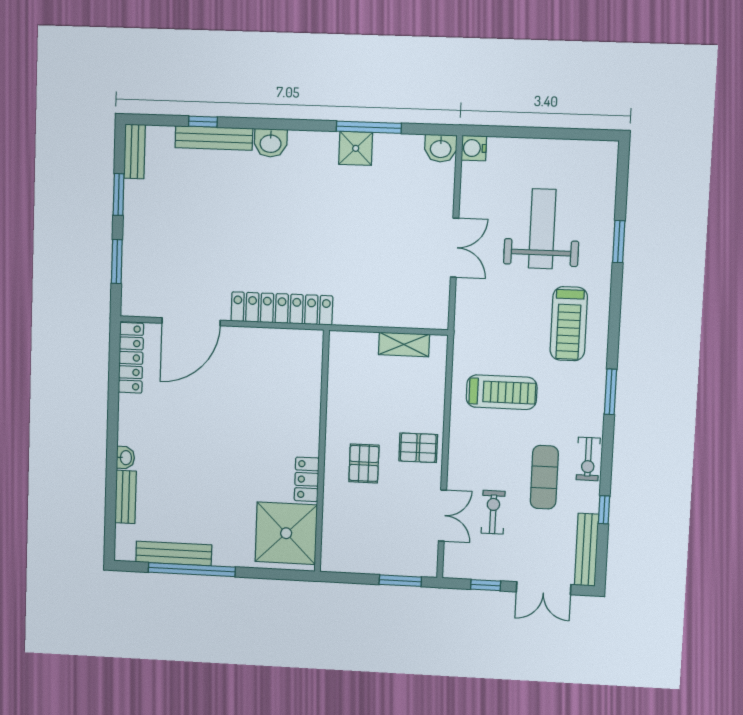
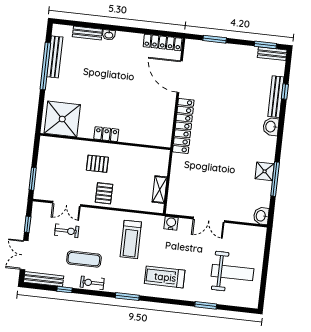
water cooler: (474, 148) -> (171, 223), moved
window: (119, 194) -> (265, 45), moved
weight bench: (542, 229) -> (232, 272), moved
locker: (307, 479) -> (106, 134), moved

